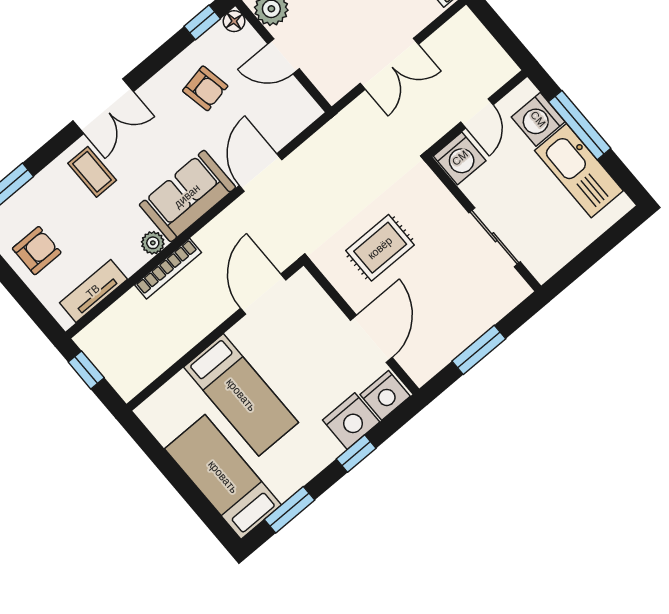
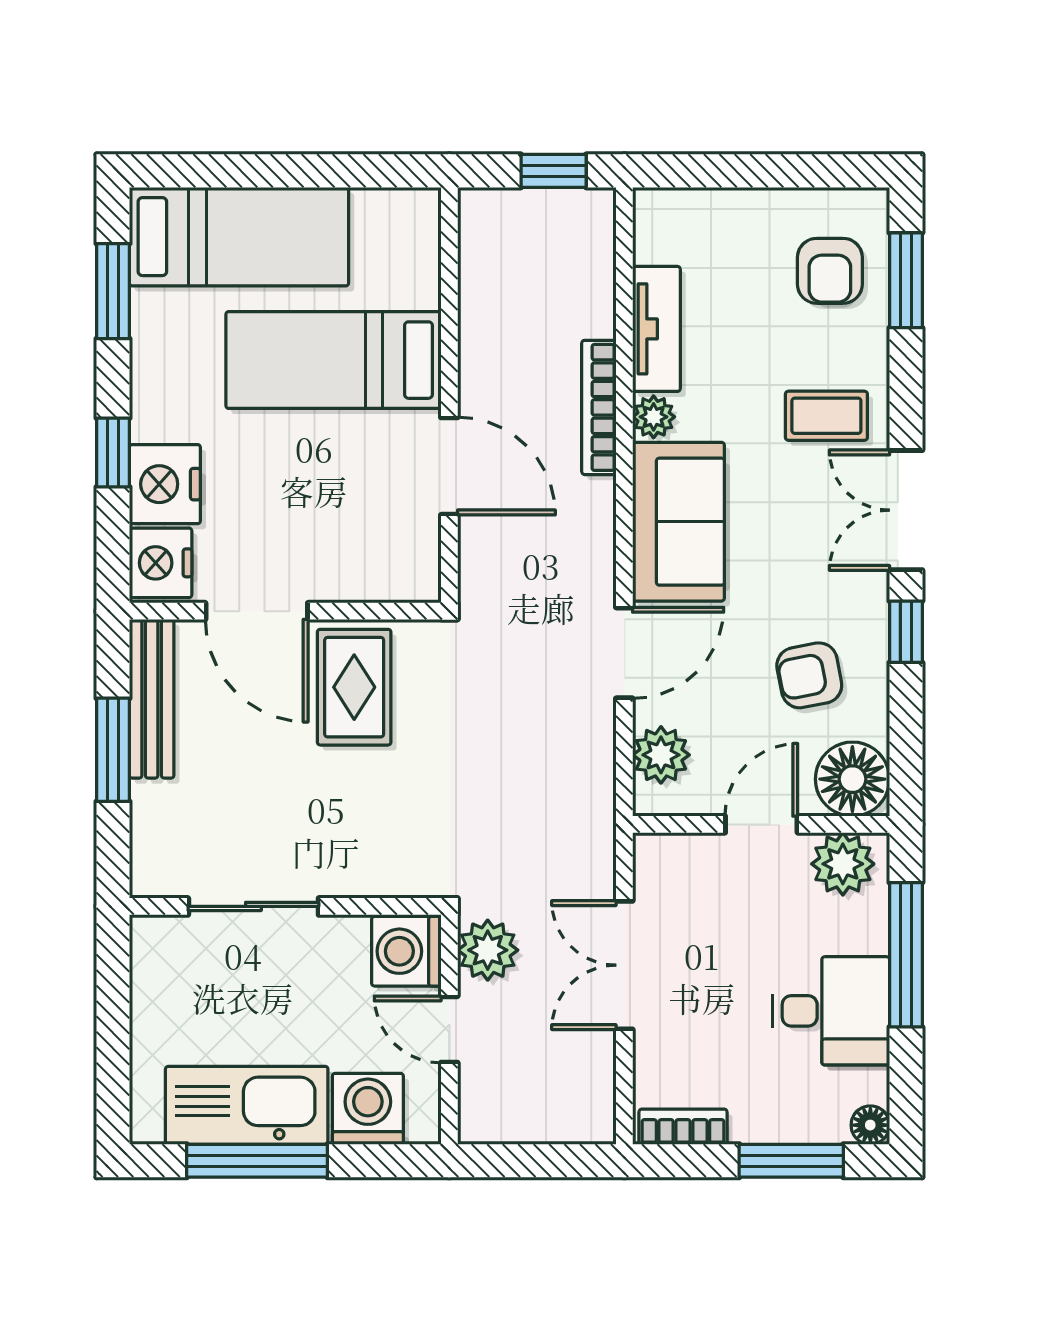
floor lamp: (234, 21) -> (852, 779), width x1.89, depth x1.89
window: (202, 22) -> (906, 632), moved
plant: (290, 122) -> (661, 755), added
plant: (431, 125) -> (488, 950), added
window: (580, 125) -> (257, 1161), moved
door: (260, 173) -> (624, 653), hinge flipped
rug: (380, 248) -> (354, 687), moved
armchair: (37, 251) -> (830, 271), moved
tv unit: (93, 291) -> (656, 329), moved
door: (263, 294) -> (449, 466), moved
bench: (444, 352) -> (152, 699), added

